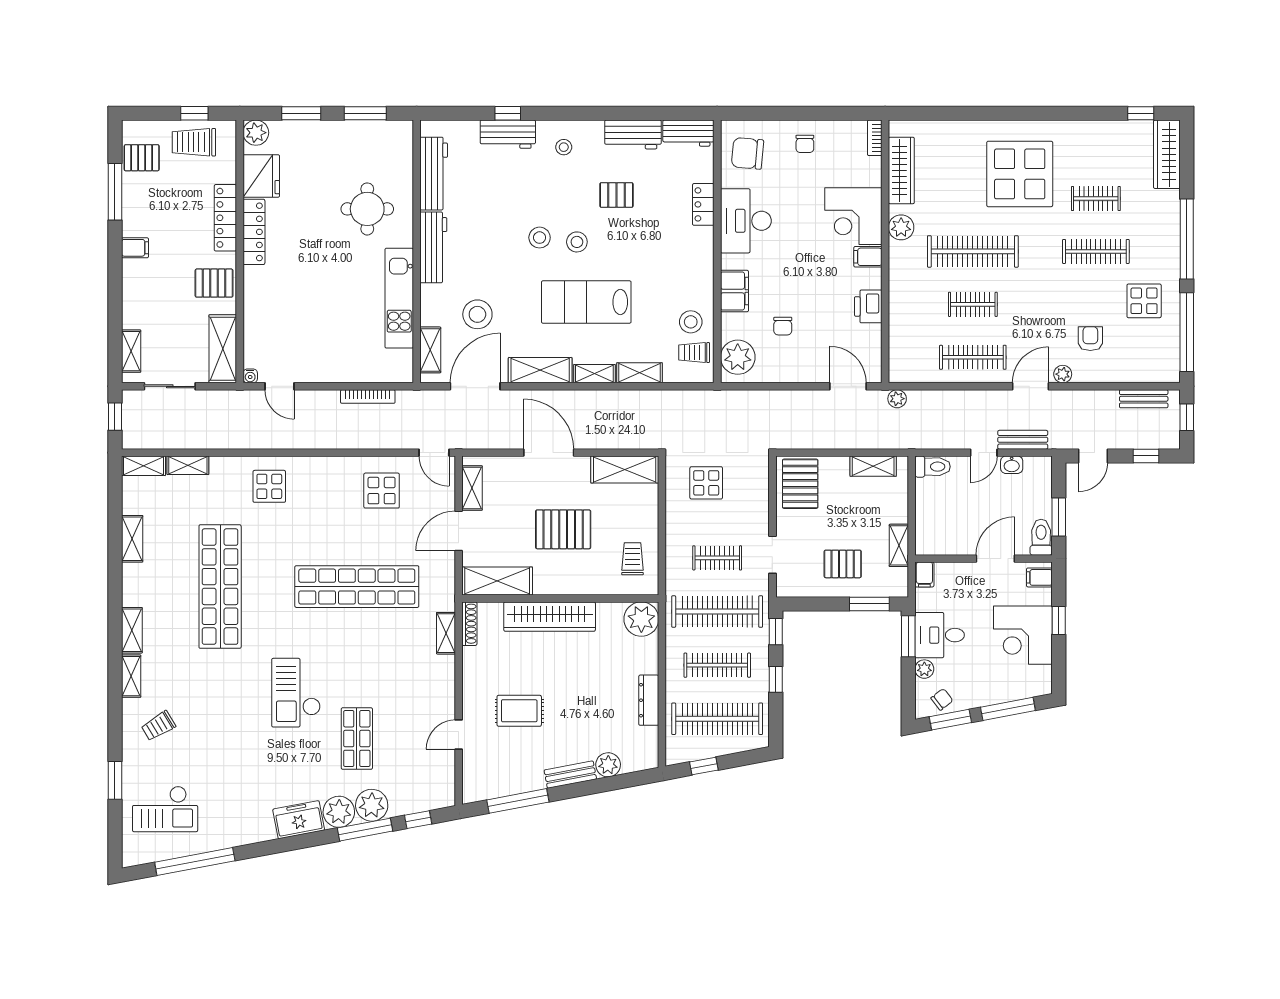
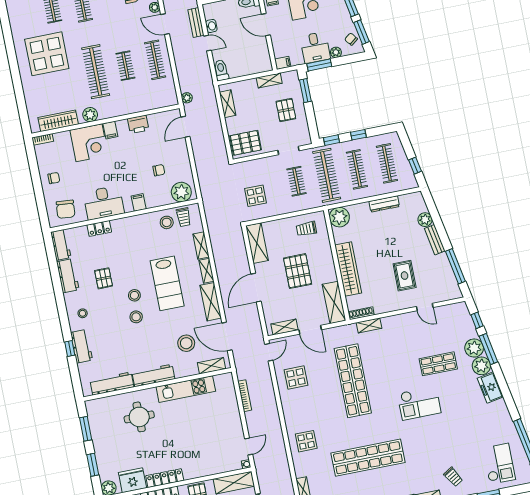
filing cabinet: (734, 291) -> (139, 202), width x0.50
clothes rail: (717, 719) -> (387, 163), width x0.73, depth x0.76

